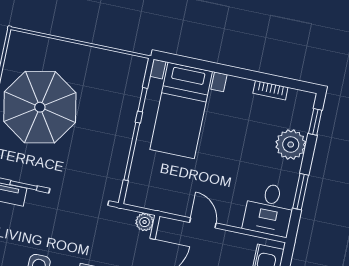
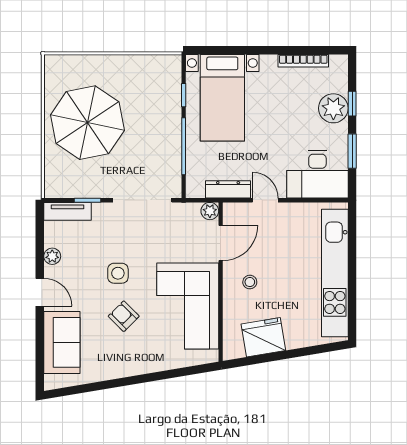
bookcase: (270, 90) -> (303, 61), width x1.56
window: (315, 122) -> (352, 104), moved
dresser: (167, 204) -> (228, 189), added
desk: (269, 209) -> (317, 174), width x1.37

